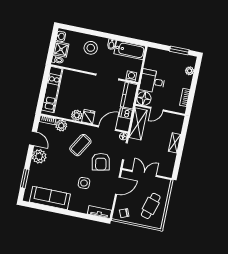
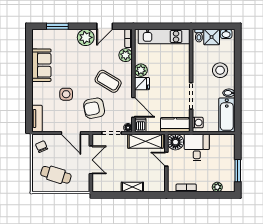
dishwasher: (126, 113) -> (141, 125), moved
sofa: (50, 198) -> (41, 65), width x0.73

